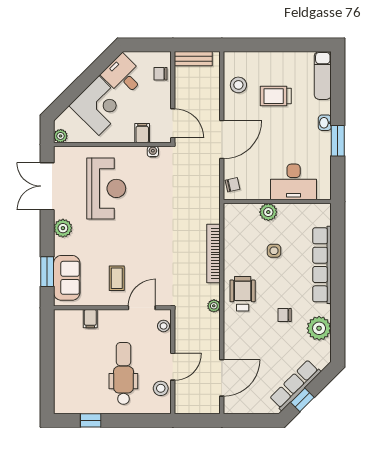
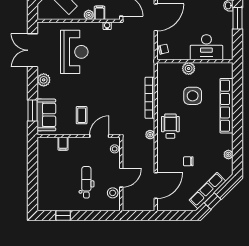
plant: (61, 136) -> (89, 15), moved
side table: (274, 251) -> (193, 96), width x1.87, depth x1.87
chair: (285, 315) -> (188, 161), moved
plant: (319, 328) -> (228, 155), width x0.53, depth x0.53
dental chair: (123, 373) -> (86, 182), width x0.73, depth x0.72

